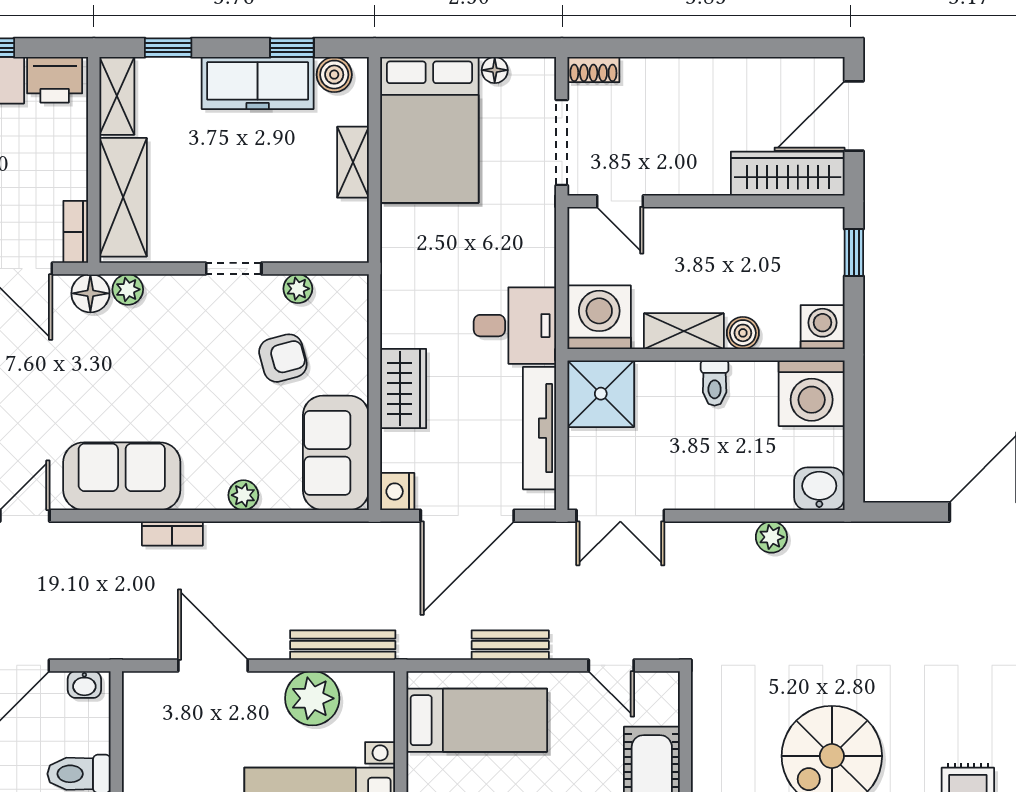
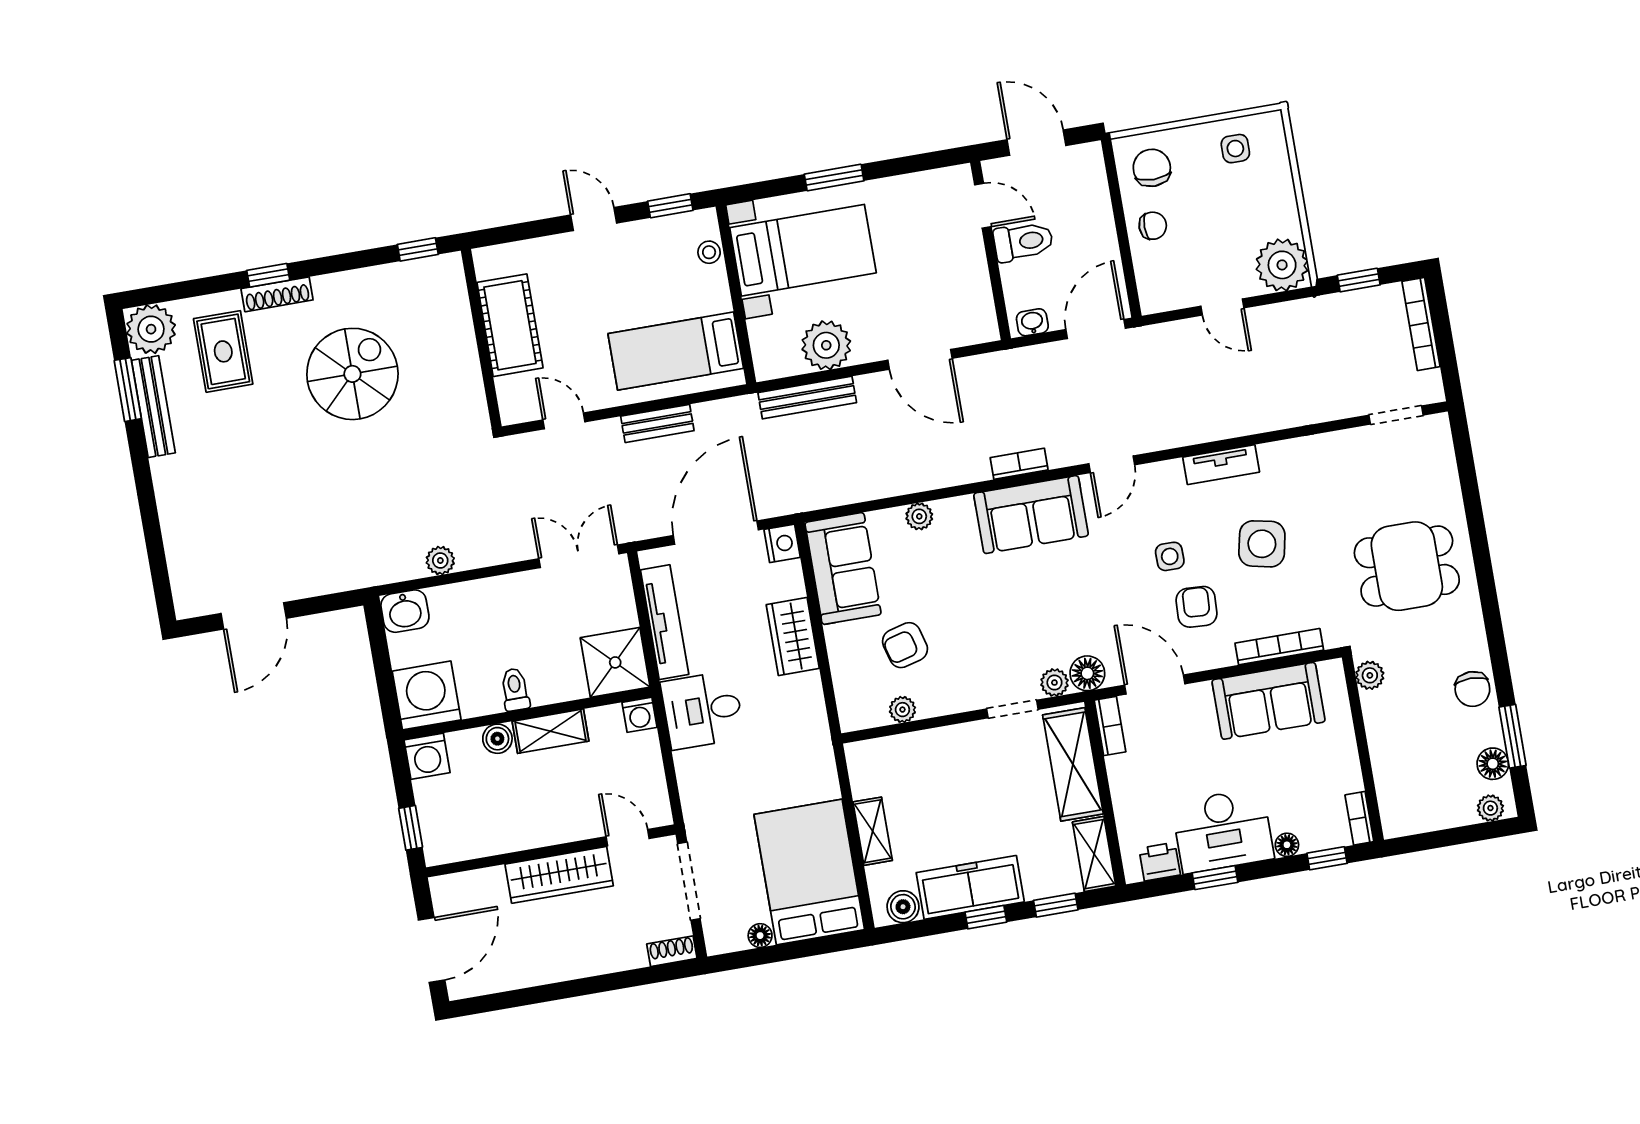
window: (292, 48) -> (986, 917), moved
printer: (55, 80) -> (1160, 862), width x0.73, depth x0.81
wardrobe: (788, 174) -> (559, 875), moved
doorway: (234, 269) -> (1012, 709), moved
washing machine: (599, 317) -> (639, 715), width x0.53, depth x0.53
bookcase: (172, 533) -> (1019, 464), moved

